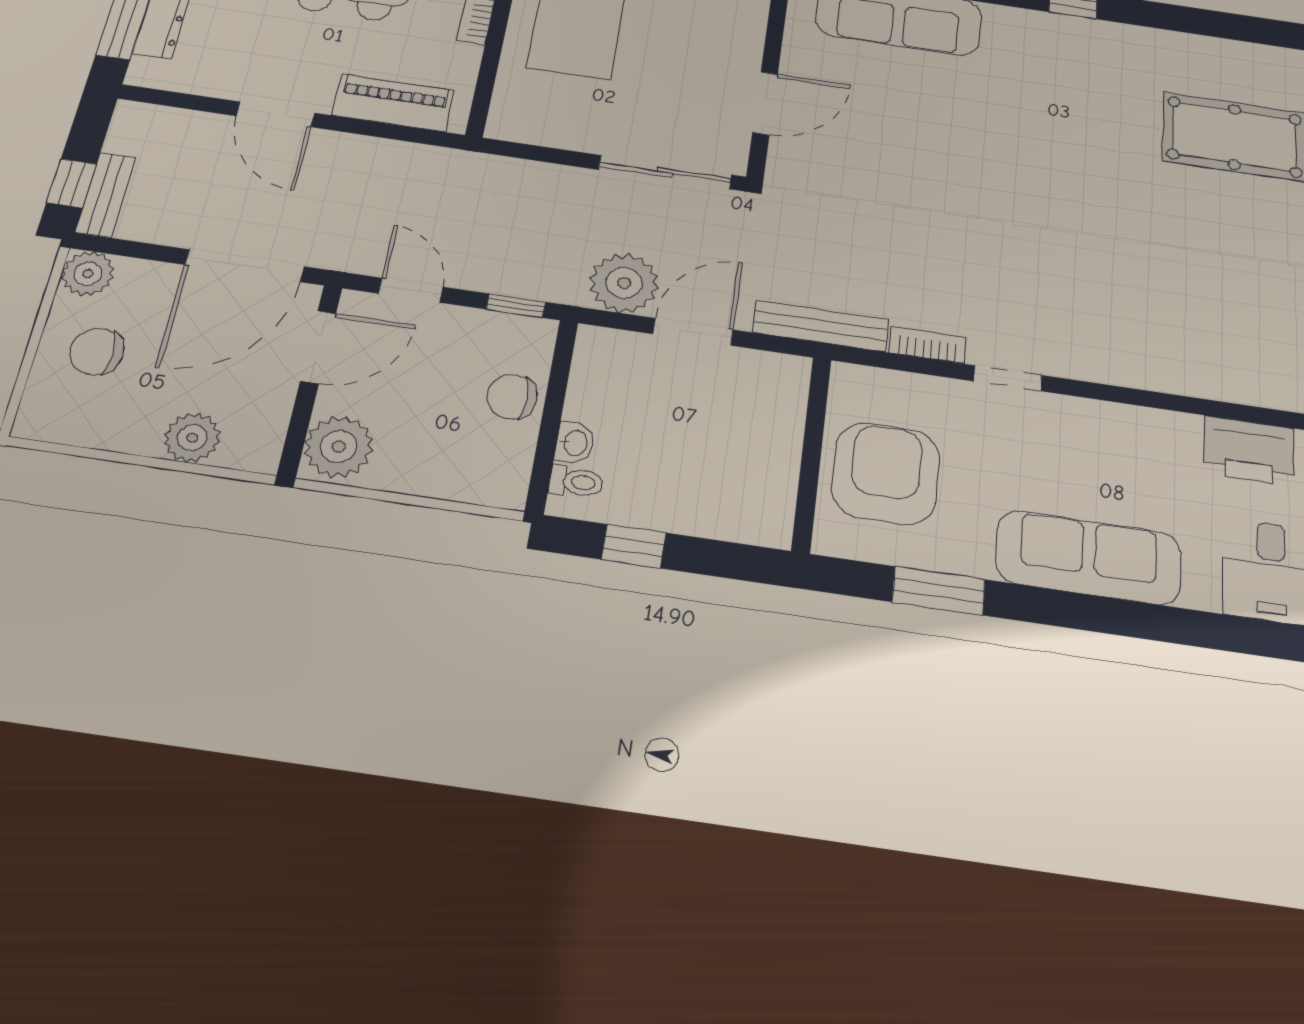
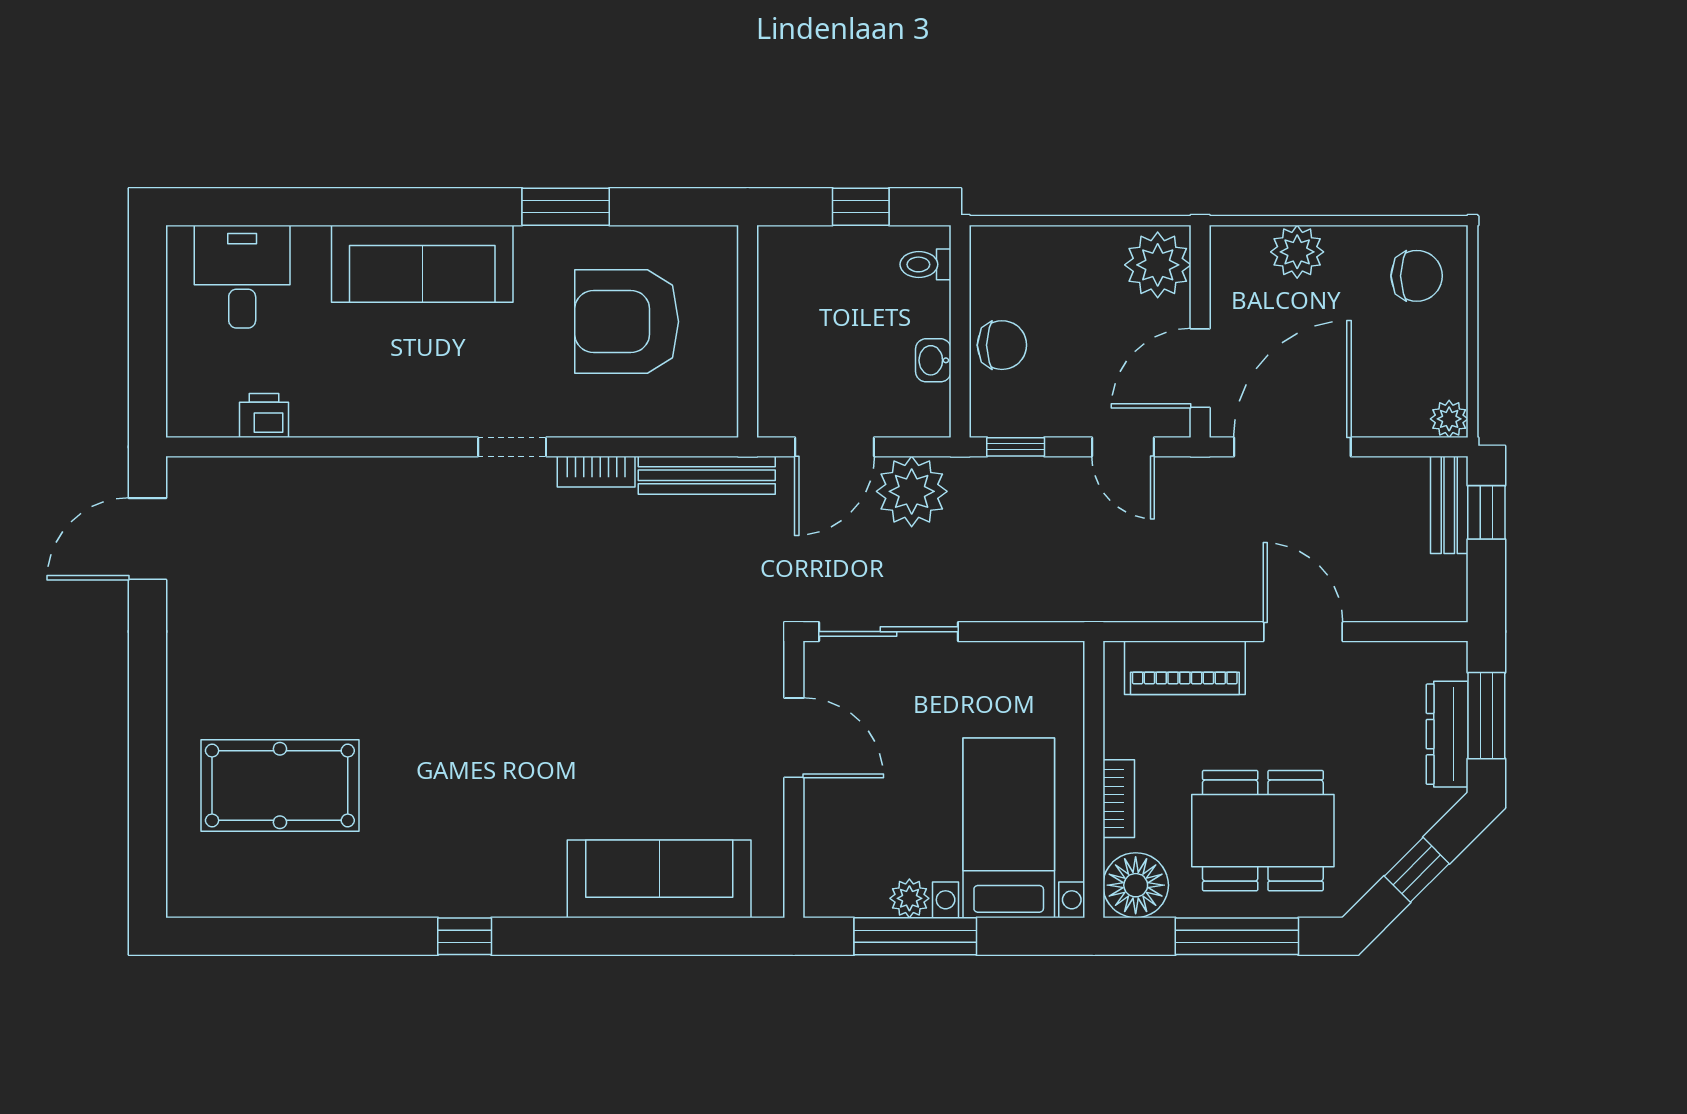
door: (765, 103) -> (794, 738), swing flipped
plant: (88, 274) -> (1449, 419), width x0.73, depth x0.73
chair: (97, 352) -> (1417, 276), moved
washbasin: (575, 443) -> (933, 360), moved
printer: (1249, 451) -> (264, 415), width x0.53, depth x0.68
wall: (812, 453) -> (748, 331), moved
armchair: (886, 473) -> (627, 322), turned 90

